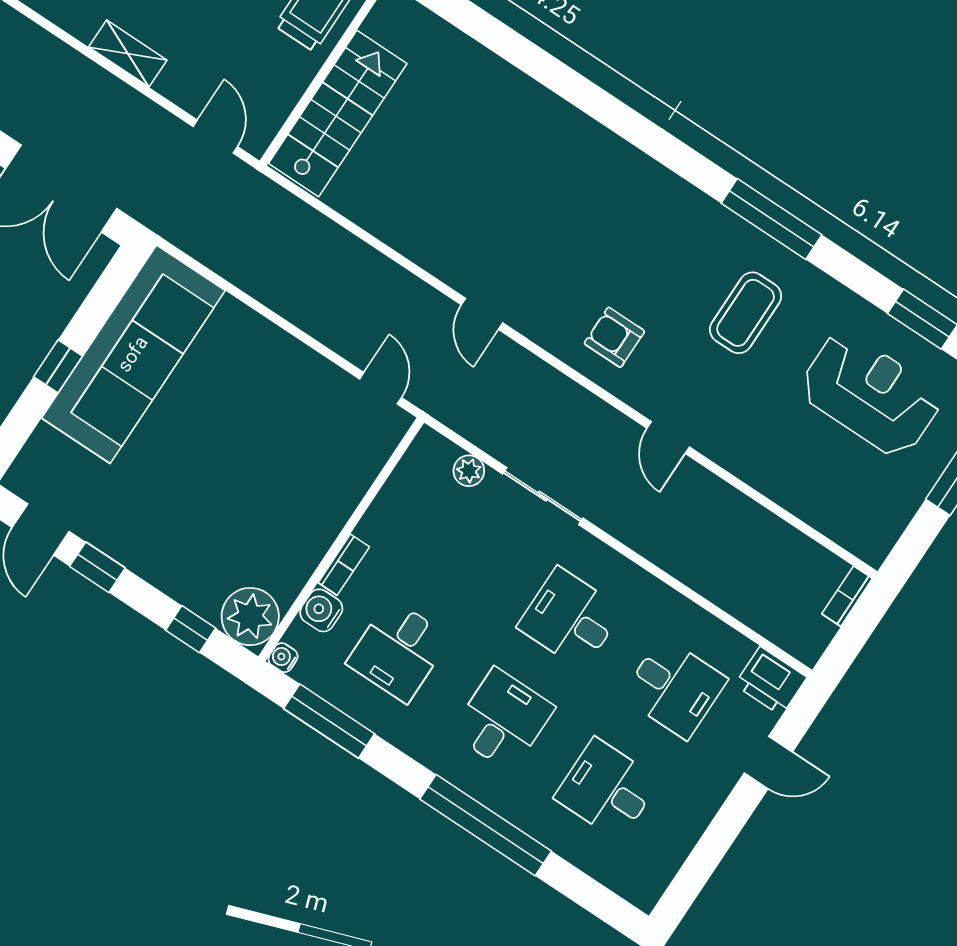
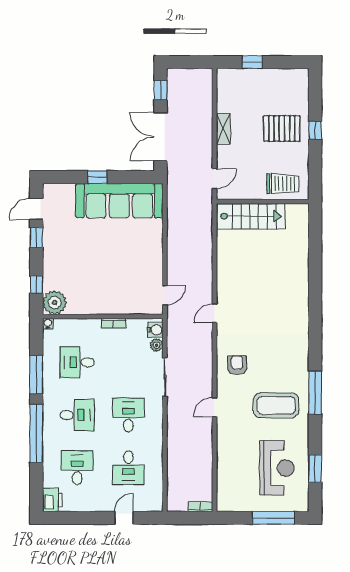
coffee table: (746, 313) -> (276, 405), width x1.36, depth x1.32
bookcase: (344, 565) -> (113, 323), moved
water cooler: (321, 610) -> (155, 330), moved, turned 90
printer: (771, 681) -> (52, 500), moved, turned 180
window: (329, 721) -> (36, 375), moved
door: (768, 762) -> (124, 518), swing flipped

